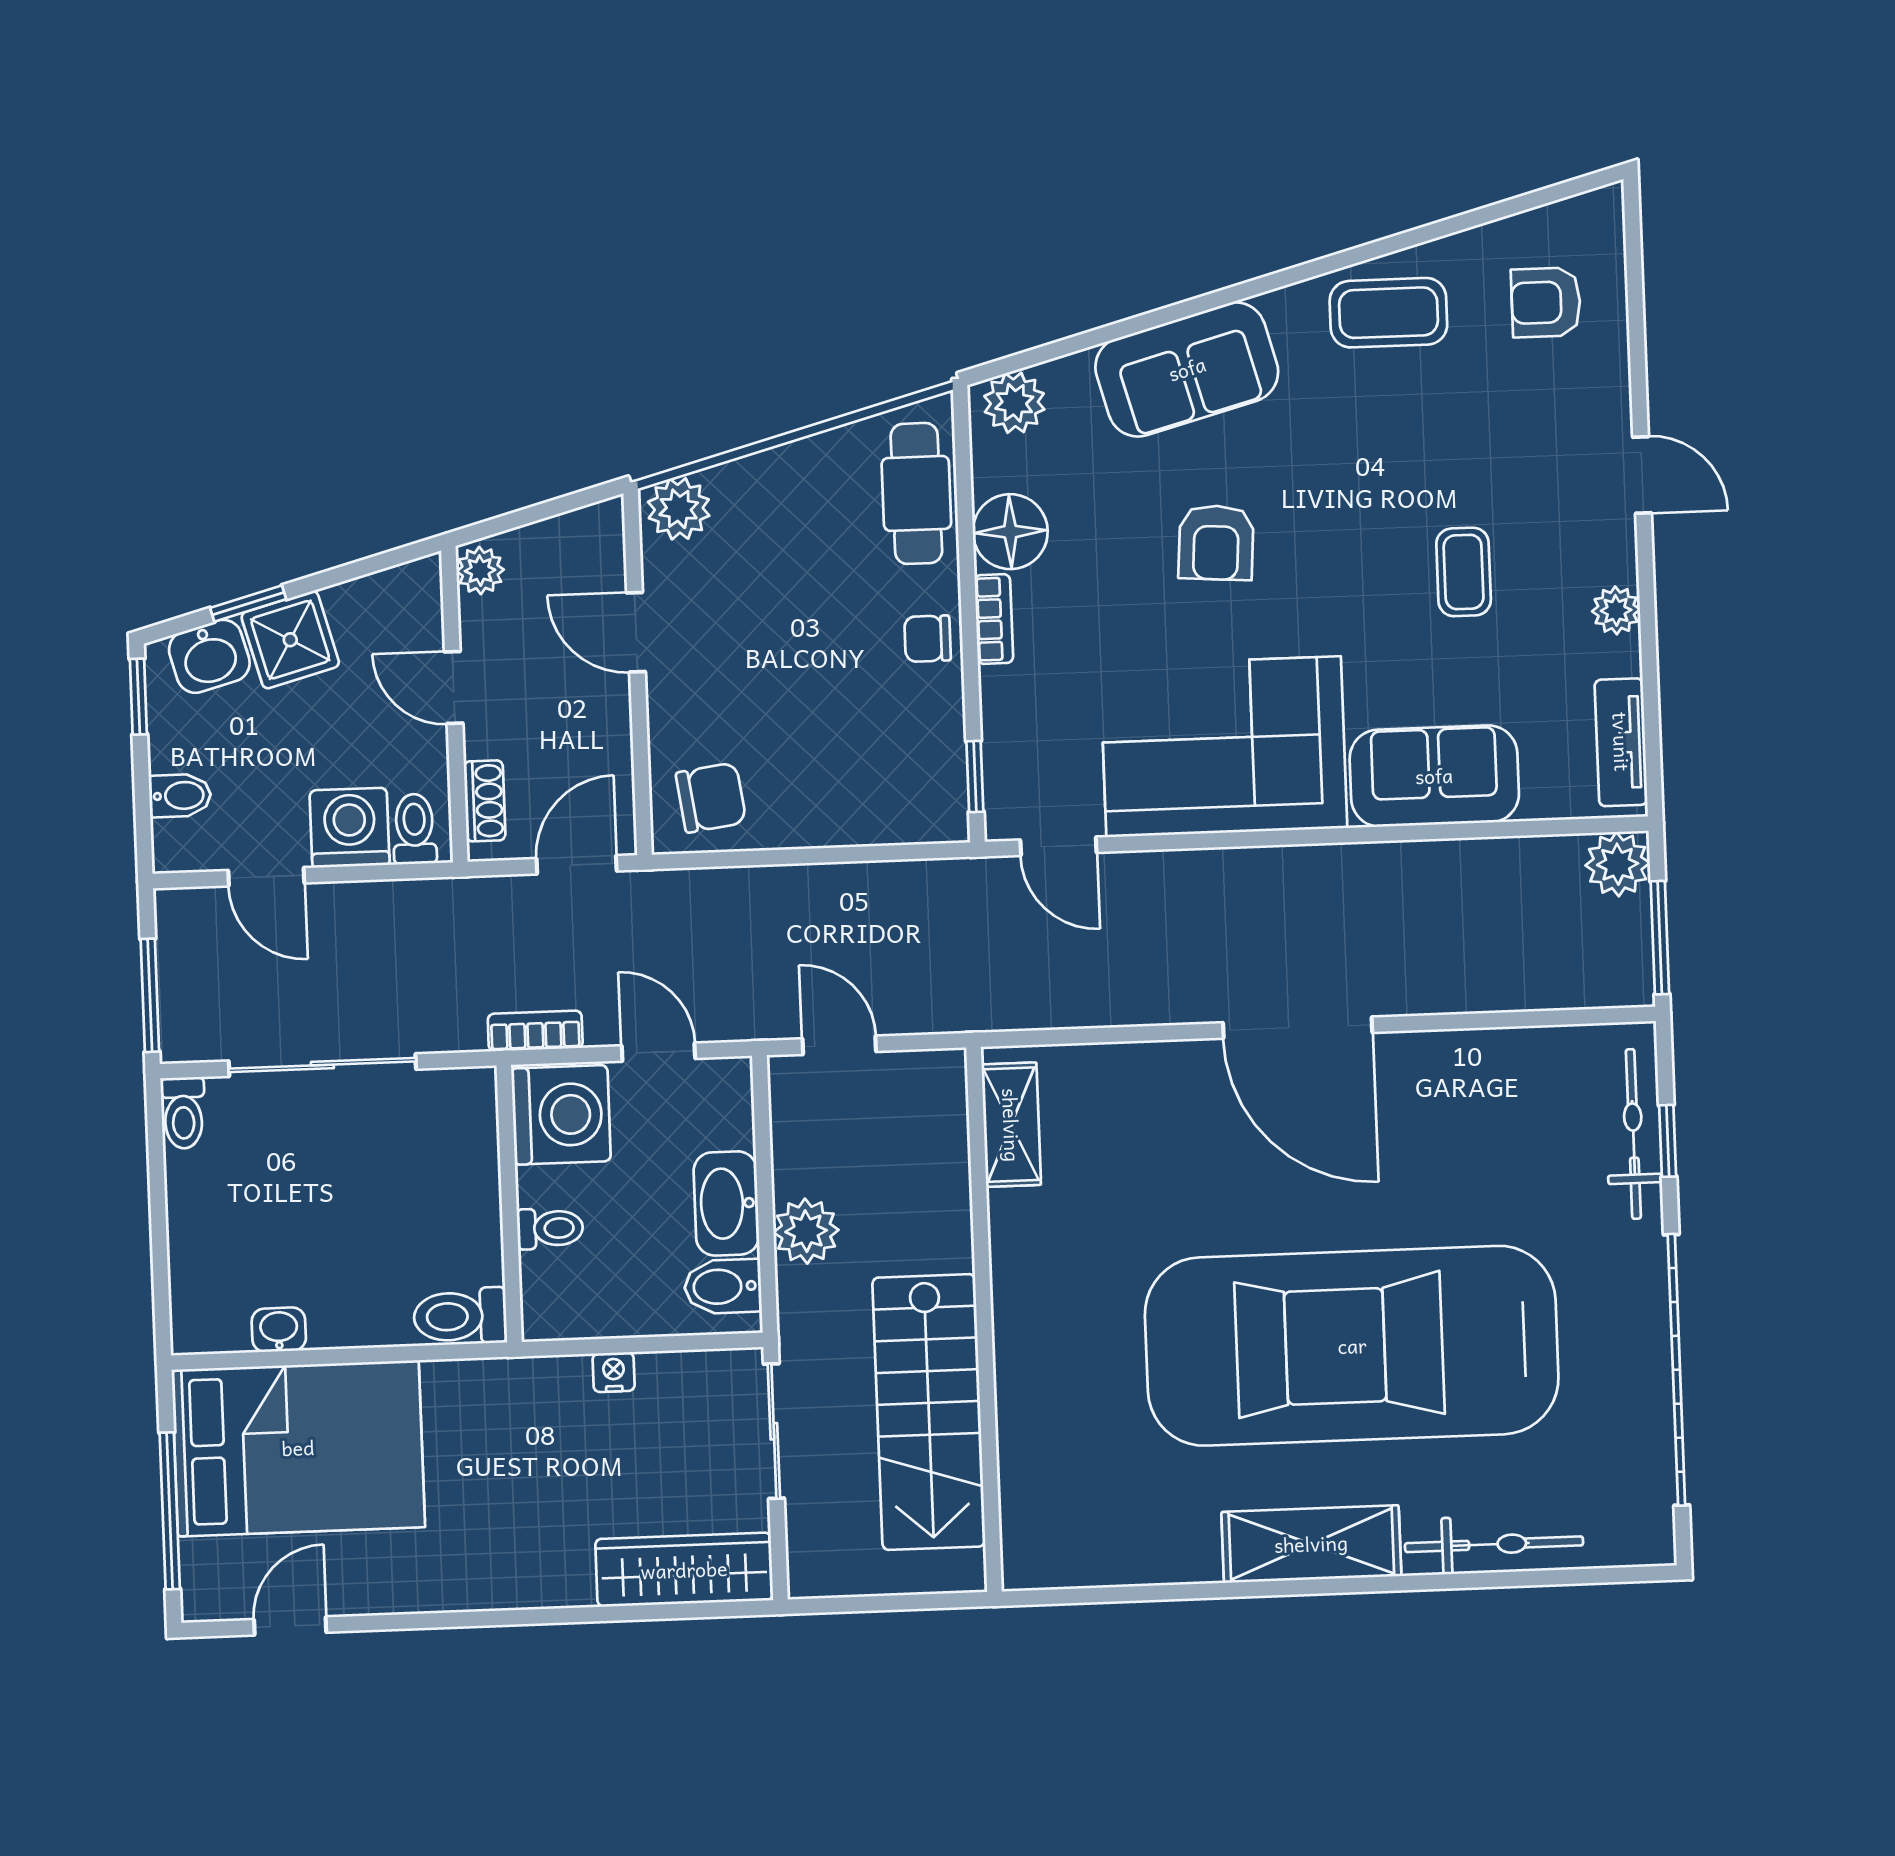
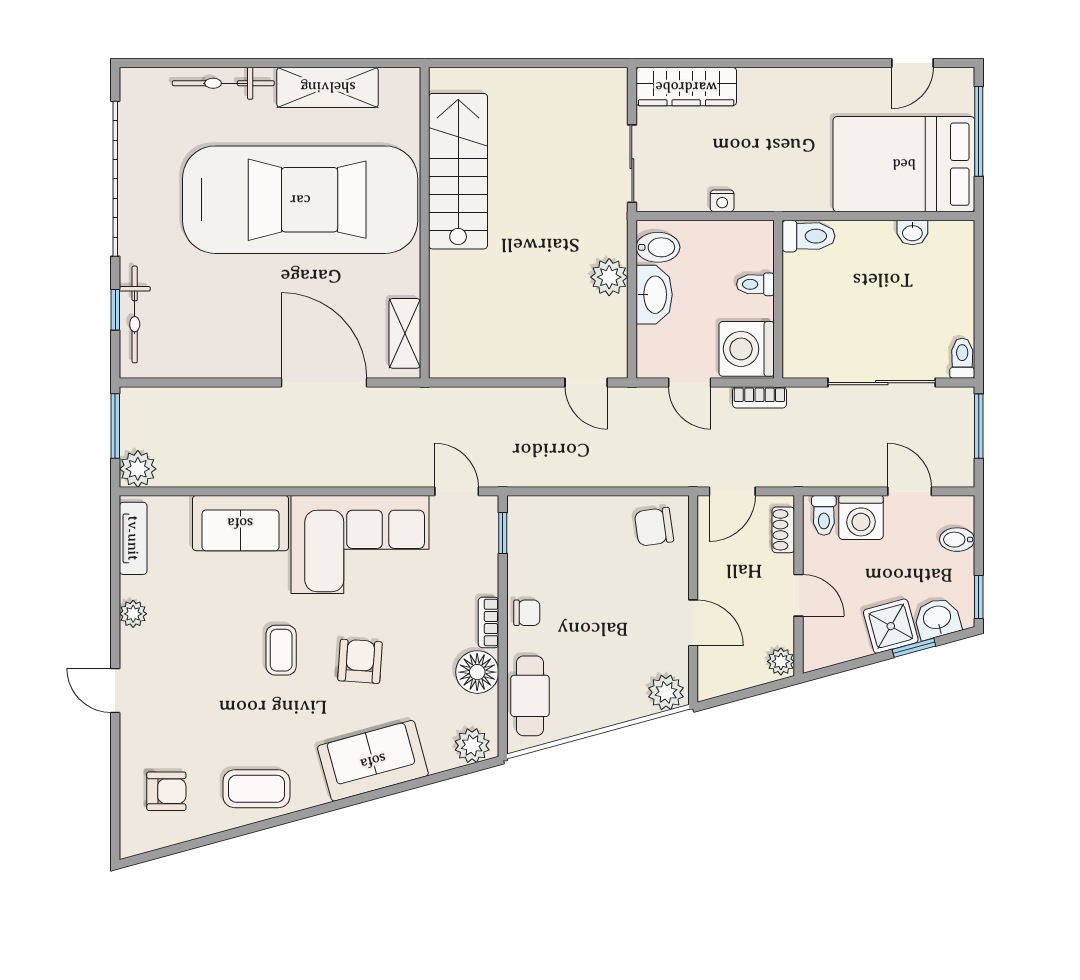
coffee table: (1464, 572) -> (281, 650), moved
shelving: (1011, 1125) -> (405, 333), moved
wall: (984, 1319) -> (425, 223), moved
stairs: (929, 1412) -> (458, 171), moved

